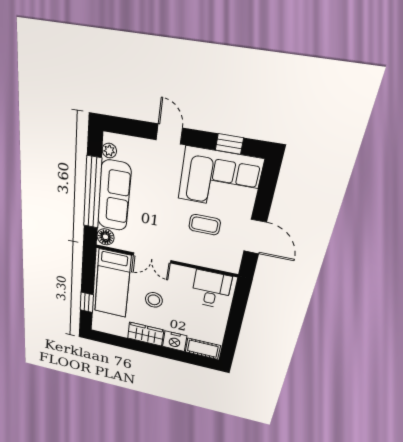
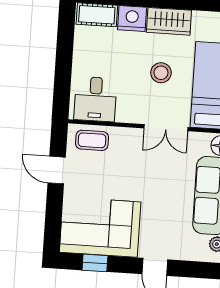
coffee table: (205, 225) -> (92, 140), moved
door: (255, 237) -> (57, 170), width x0.73
double door: (152, 258) -> (166, 128), swing flipped

